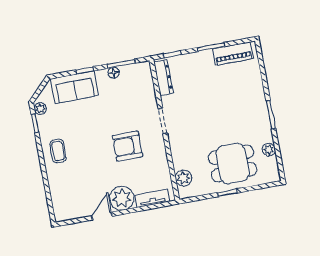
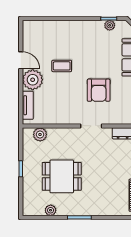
plant: (40, 109) -> (110, 25), moved
armchair: (128, 146) -> (99, 90), moved, turned 180
coffee table: (58, 151) -> (62, 66), moved
dining table: (233, 164) -> (62, 176), moved, turned 90

